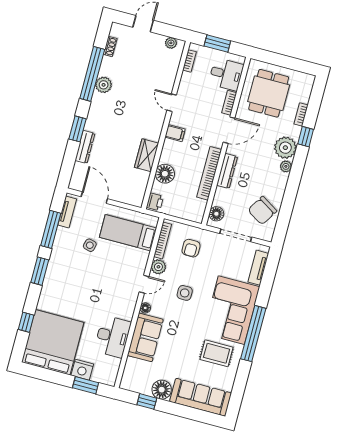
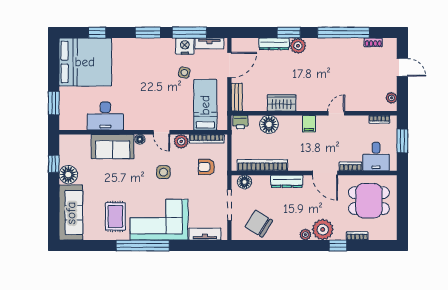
plant: (104, 85) -> (298, 46), moved
bookcase: (209, 173) -> (262, 165), moved
bench: (129, 199) -> (237, 97), added
nightstand: (82, 370) -> (185, 46), moved, turned 90

